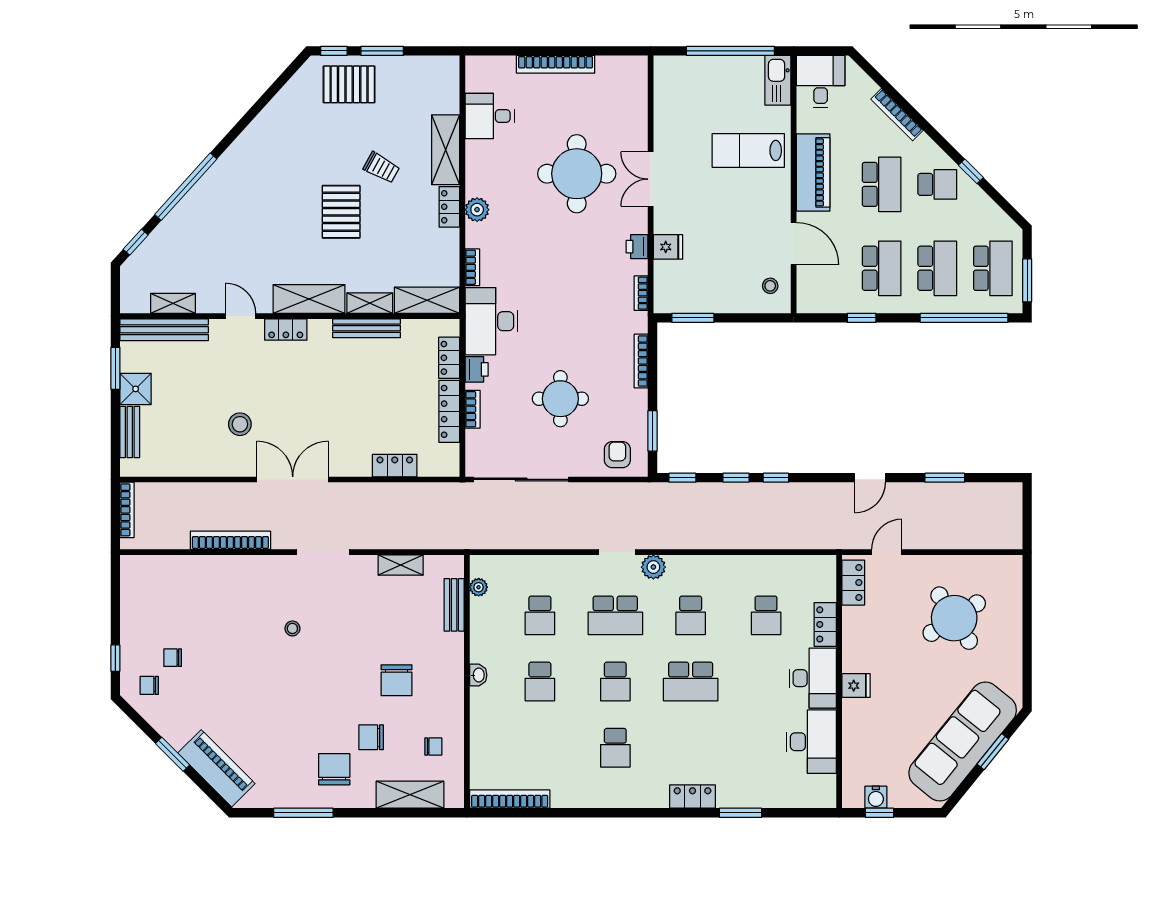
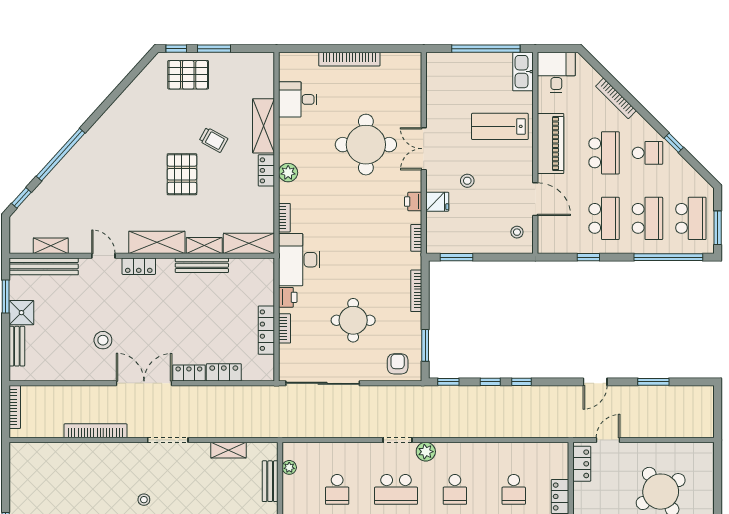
stool: (707, 220) -> (467, 181), added
locker: (449, 358) -> (189, 373), moved, turned 90

